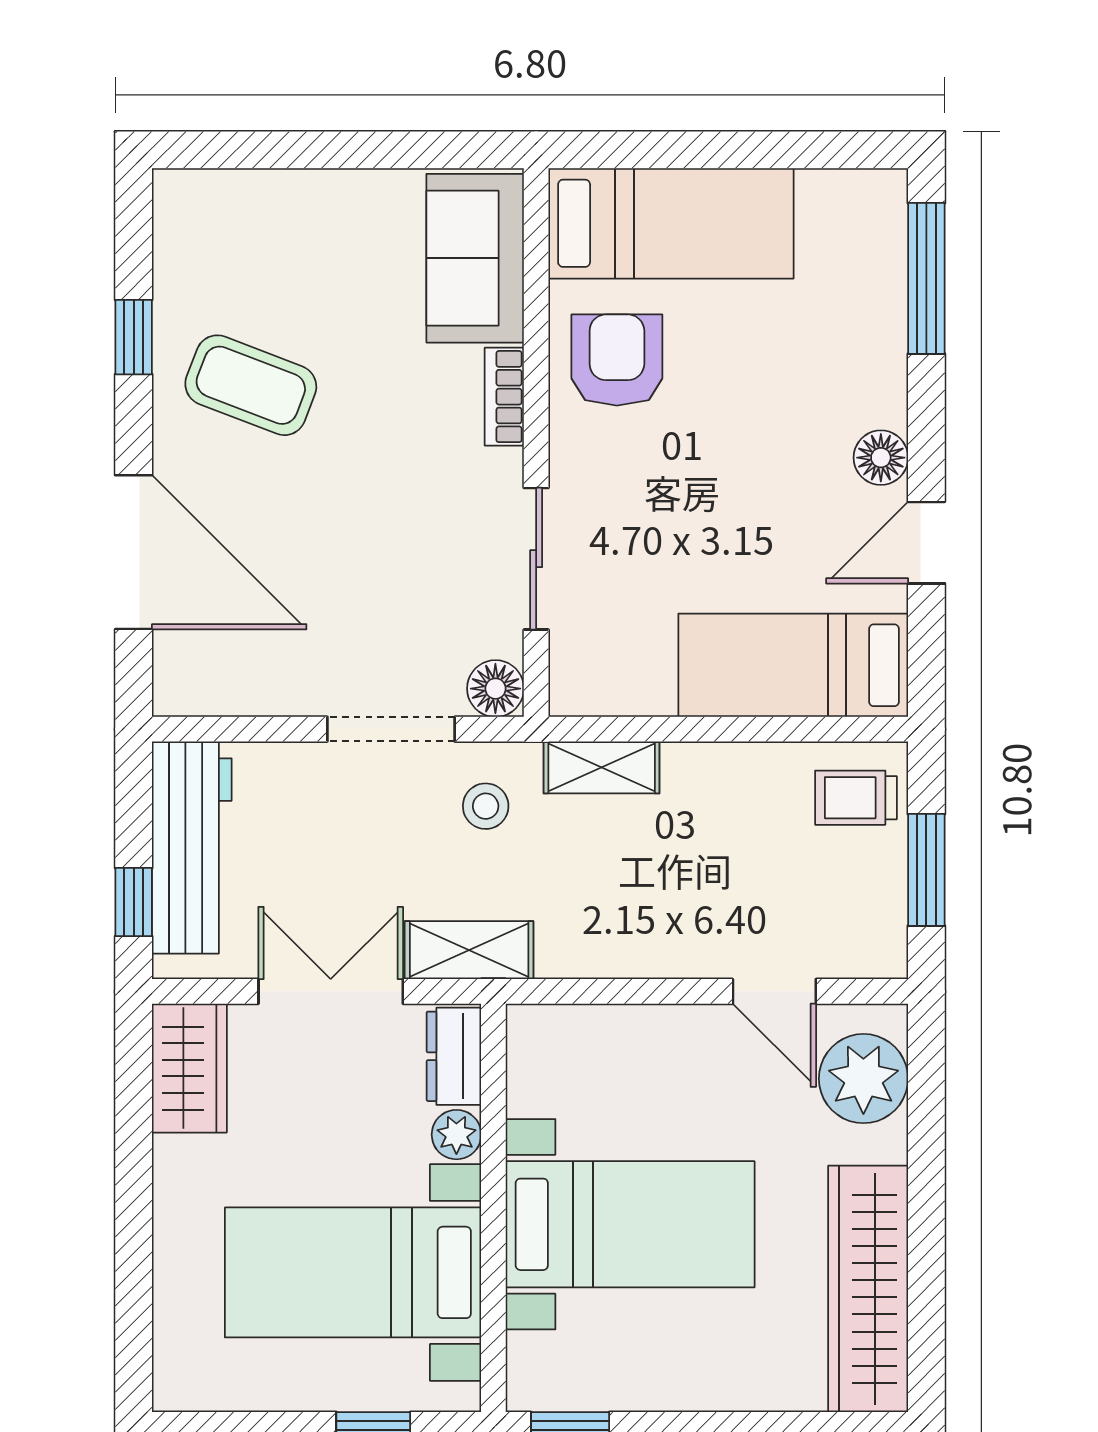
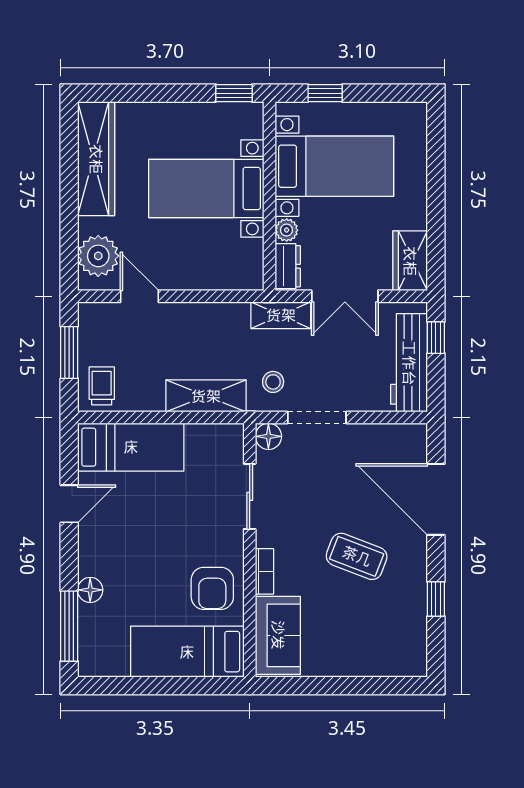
coffee table: (251, 385) -> (357, 556), moved
floor lamp: (881, 458) -> (90, 590), moved
shelving: (602, 767) -> (206, 396), width x1.50, depth x1.33
trolley: (856, 798) -> (102, 386), turned -90

